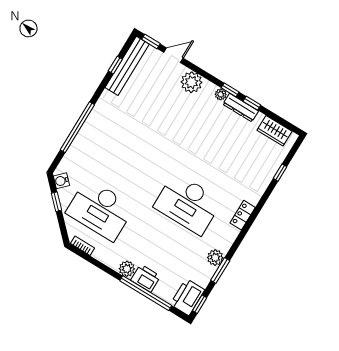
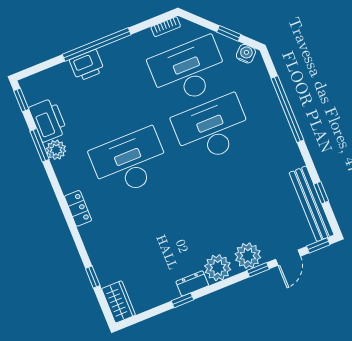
window: (230, 90) -> (258, 270), moved
plant: (221, 94) -> (218, 268), width x1.88, depth x1.88
dresser: (241, 108) -> (192, 283), width x0.70
wardrobe: (274, 131) -> (119, 302), moved, turned 90
desk: (127, 166) -> (212, 129), added
plant: (127, 269) -> (110, 54), removed
window: (146, 293) -> (97, 45), moved
printer: (188, 297) -> (48, 120), moved

